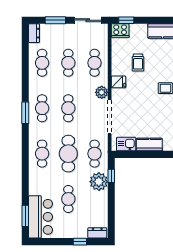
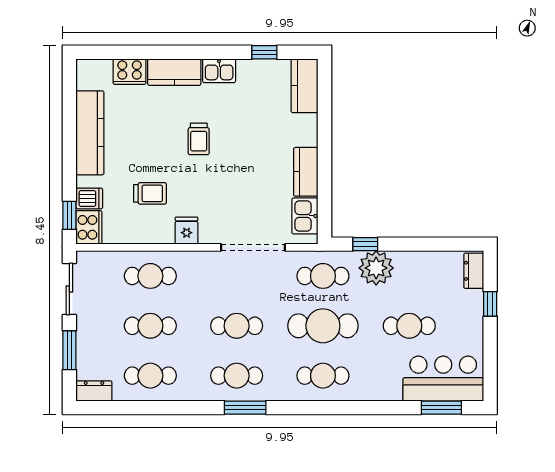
dishwasher: (135, 31) -> (89, 198), added
plant: (102, 92) -> (206, 263), removed

